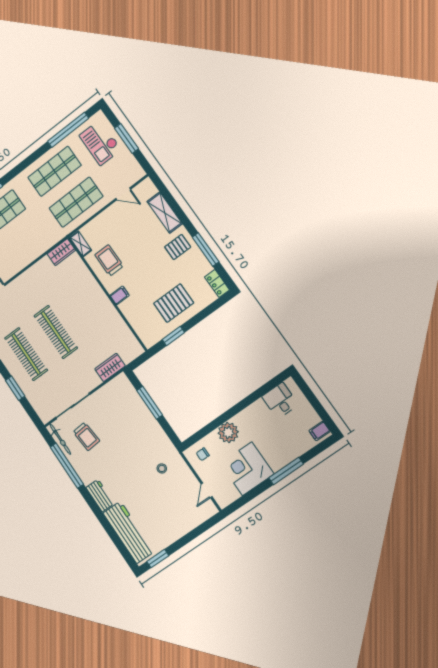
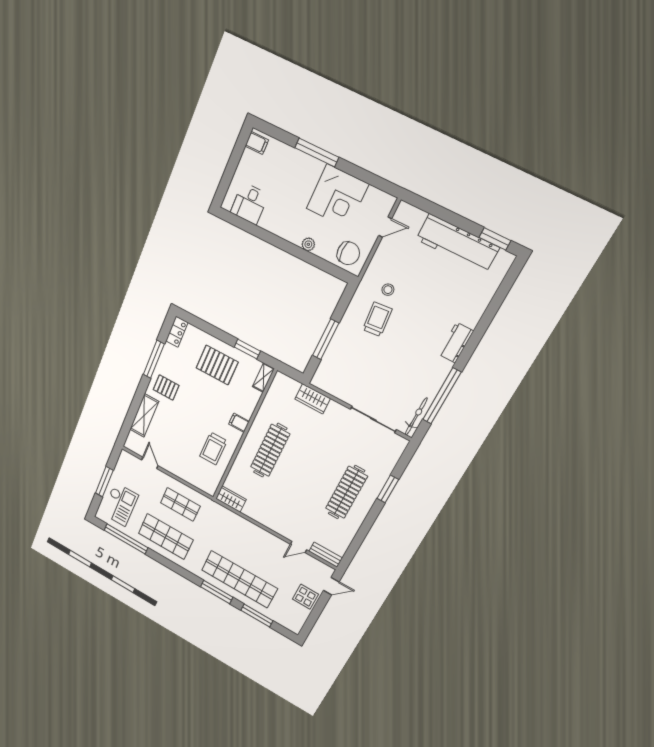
shop shelf: (76, 202) -> (180, 504), width x0.70, depth x0.74
shelving: (81, 244) -> (263, 378), moved
clothes rail: (56, 332) -> (270, 450), moved
plant: (228, 433) -> (308, 244), width x0.53, depth x0.53
trolley: (86, 436) -> (377, 319), moved
chair: (203, 454) -> (348, 253), width x1.87, depth x1.87
workbench: (129, 532) -> (457, 243), moved, turned -90

